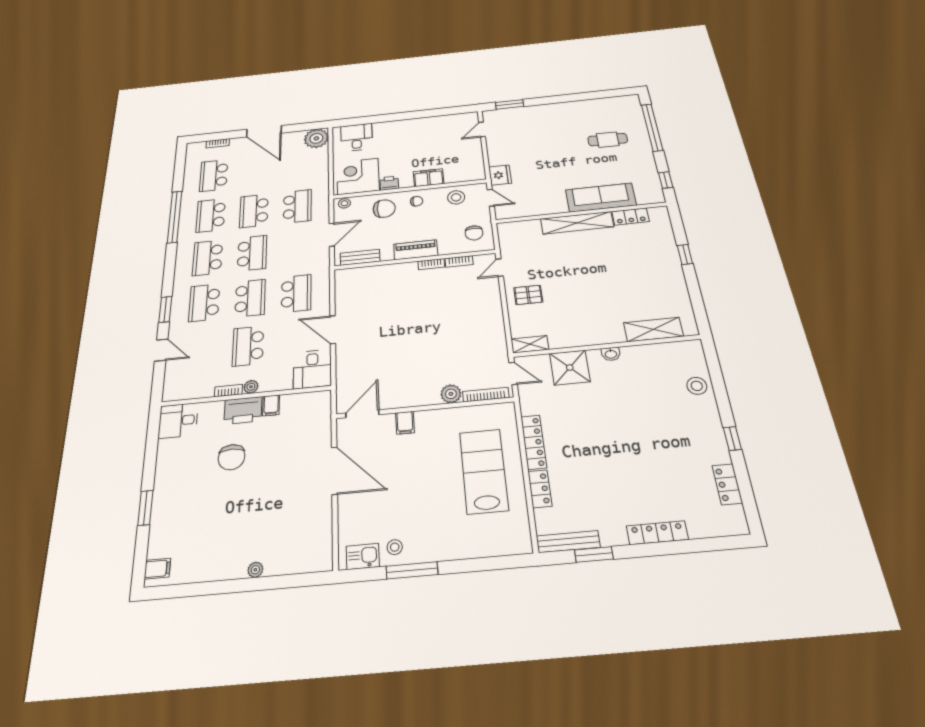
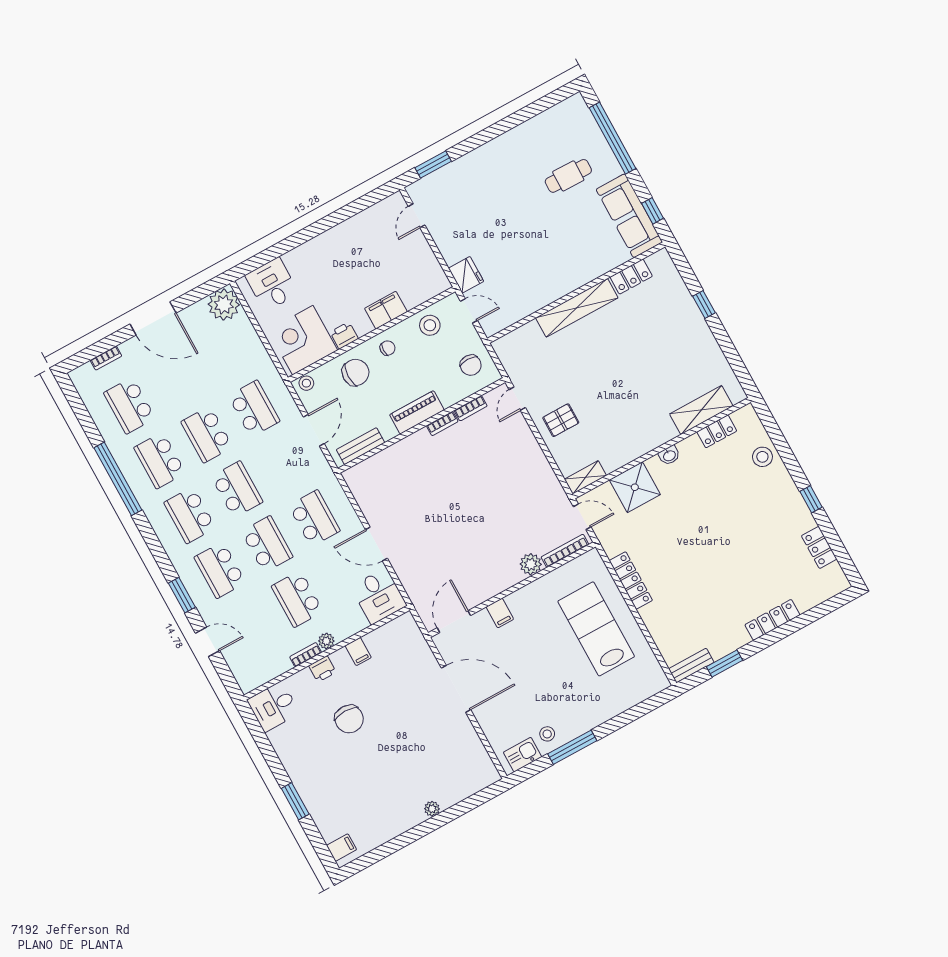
sofa: (601, 198) -> (629, 216), moved, turned -90
printer: (243, 410) -> (322, 669), width x0.53, depth x0.68
locker: (540, 489) -> (717, 431), moved, turned 90
bench: (568, 542) -> (691, 666), width x0.73

